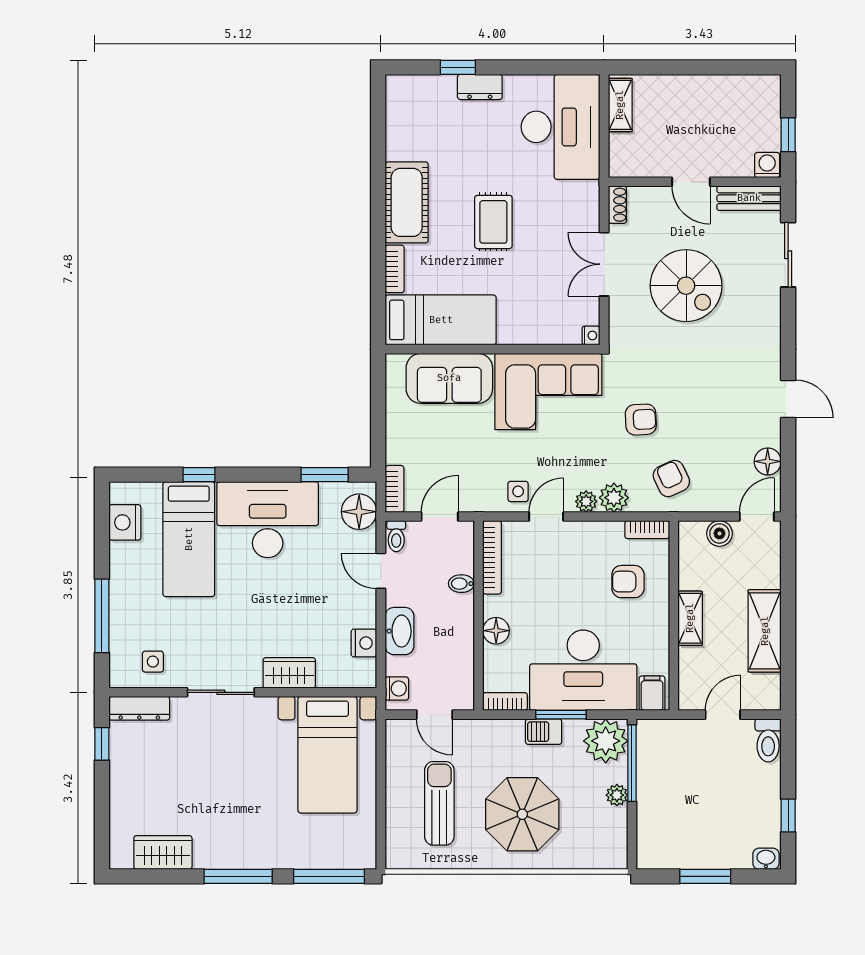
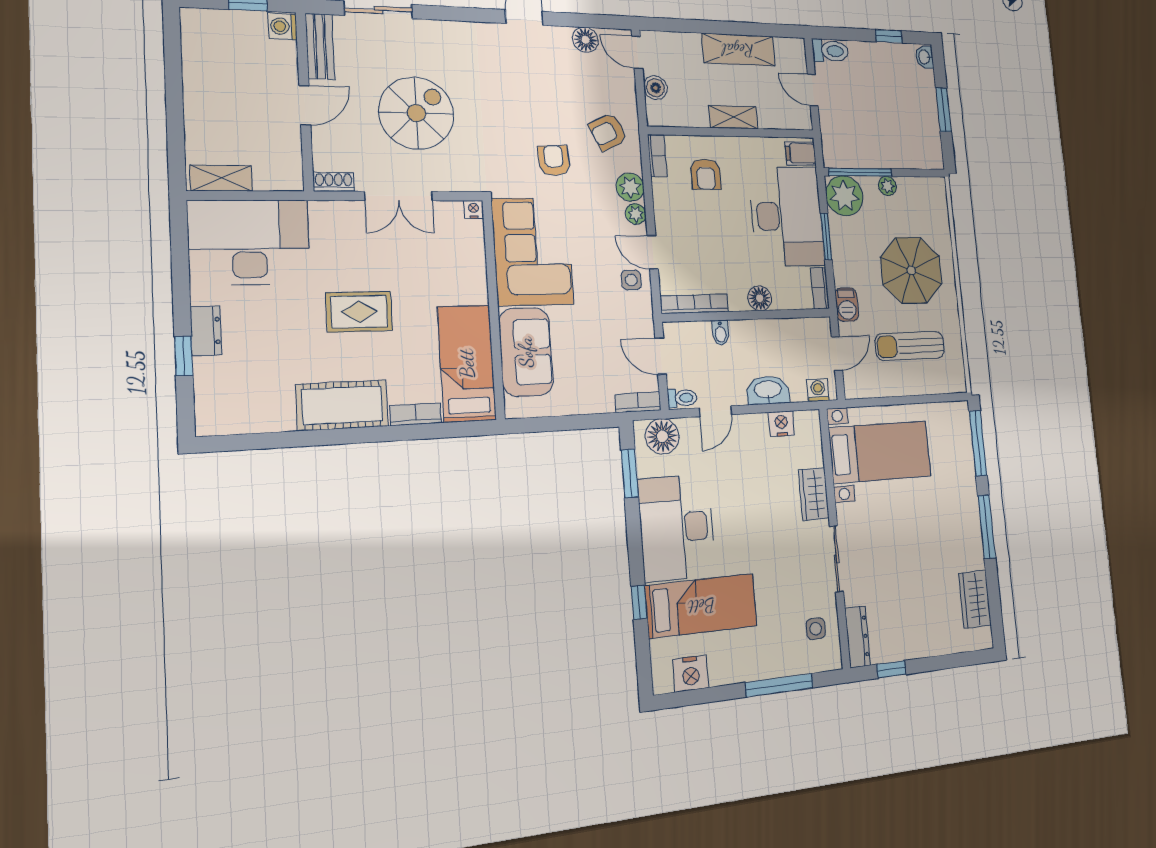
barbecue: (544, 732) -> (847, 305), moved

